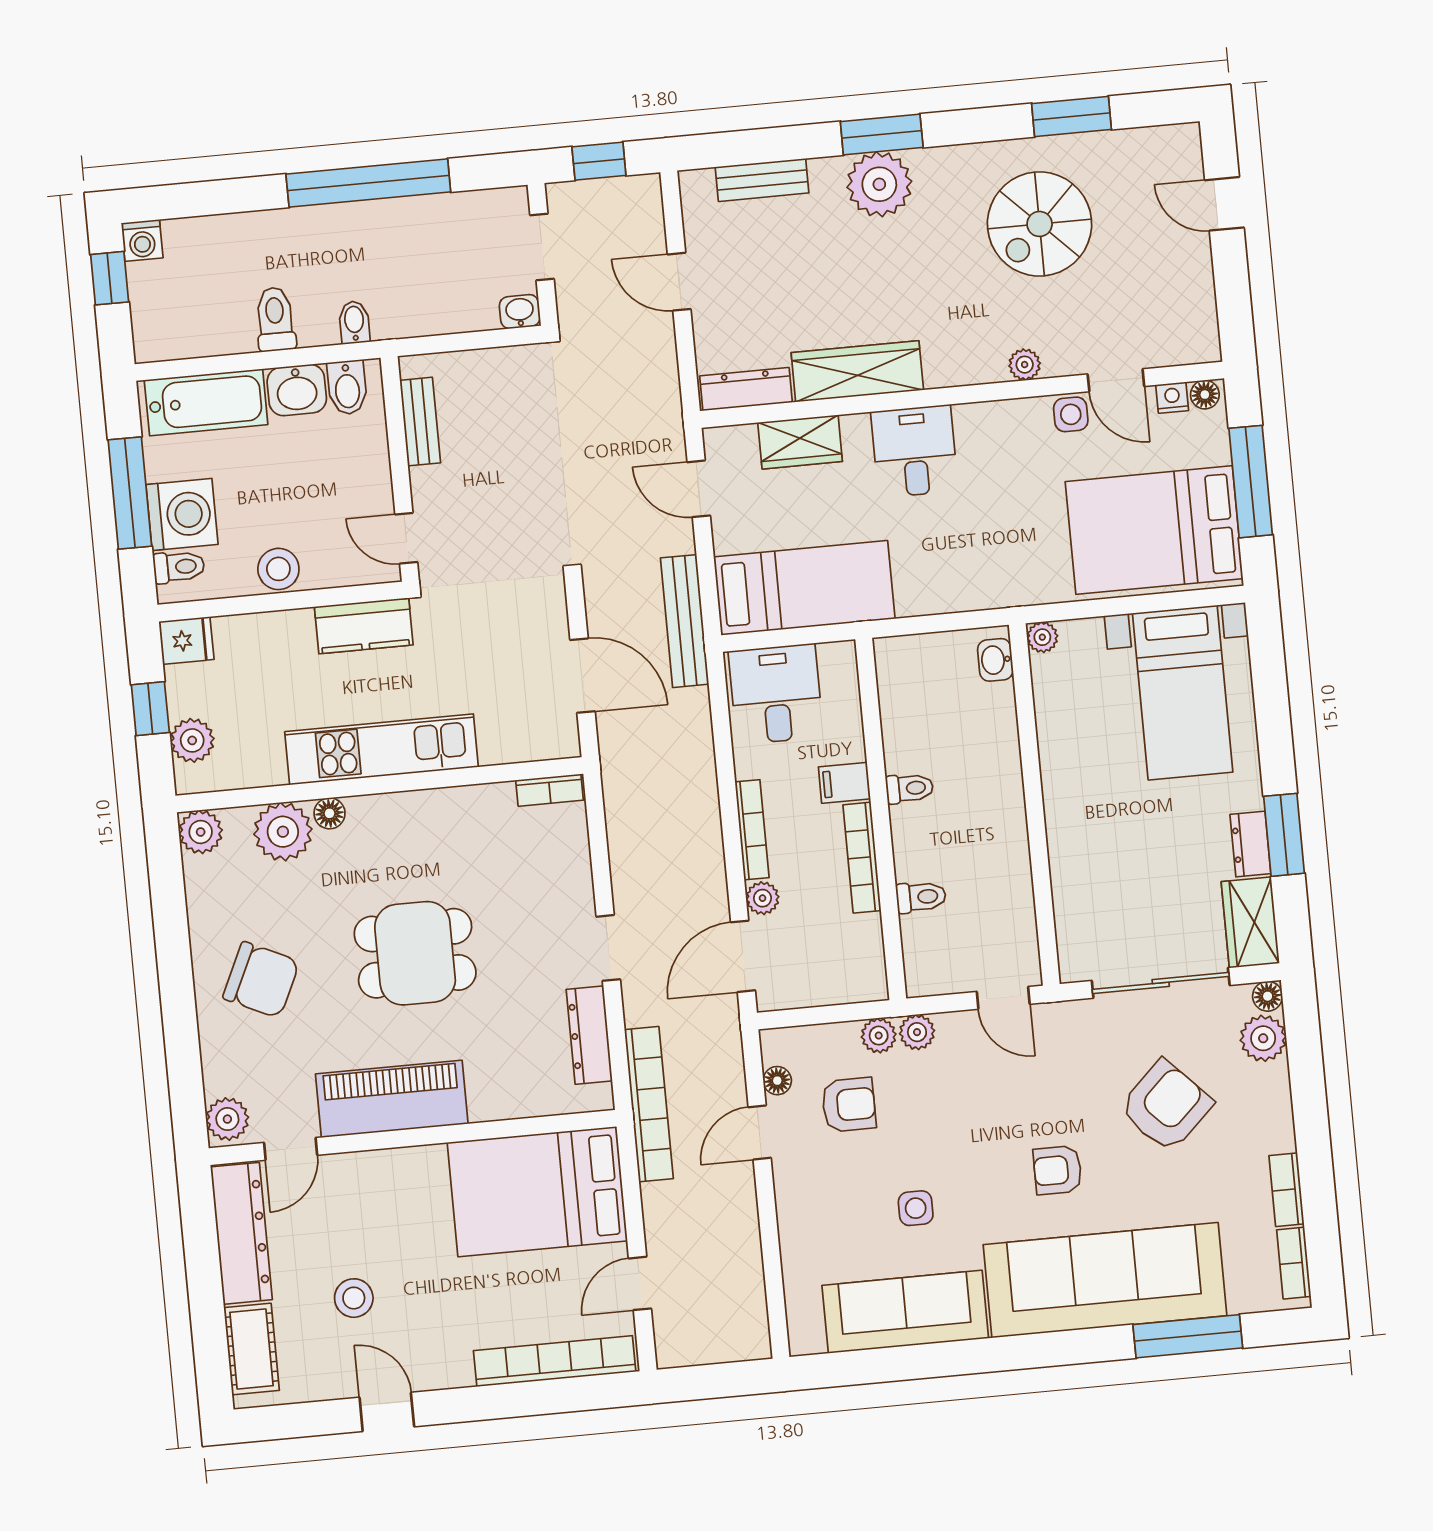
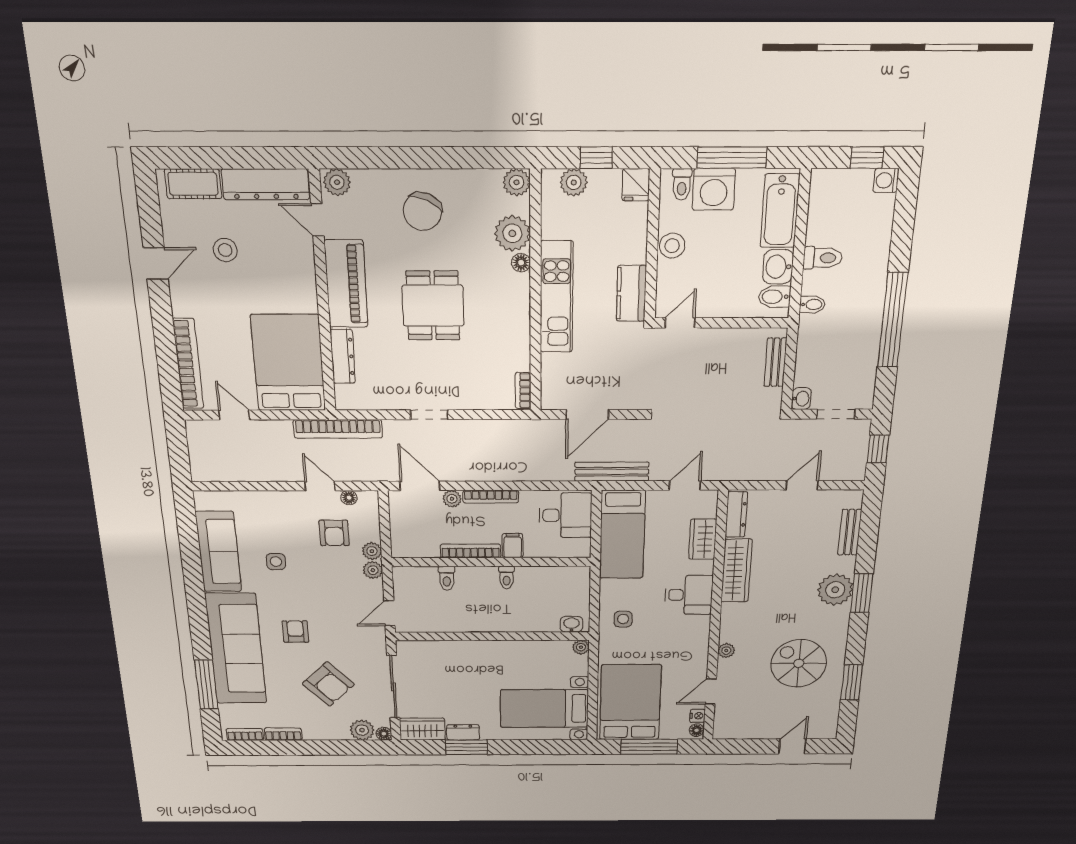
side table: (1071, 414) -> (623, 619), moved
bench: (420, 422) -> (775, 362), moved, turned 90
dresser: (589, 1035) -> (343, 356), moved, turned 90

